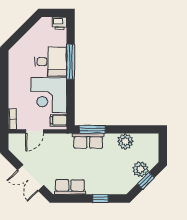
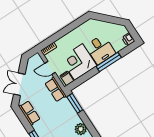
row of seats: (88, 141) -> (56, 90), moved

